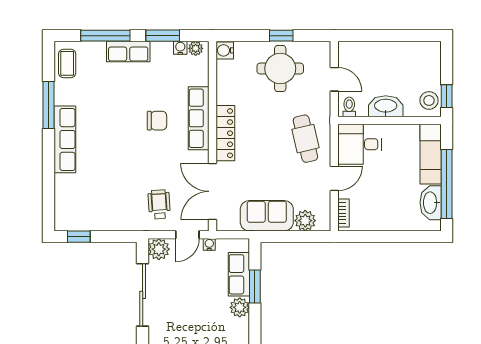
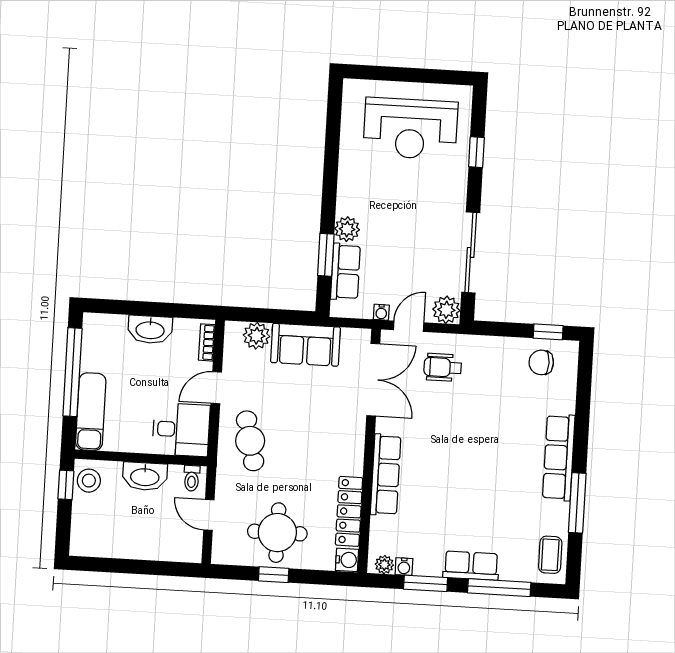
chair: (157, 121) -> (541, 362), moved
locker: (225, 133) -> (349, 511), moved
washbasin: (431, 203) -> (150, 330), moved, turned 90
wheelchair: (159, 204) -> (443, 367), turned 94

